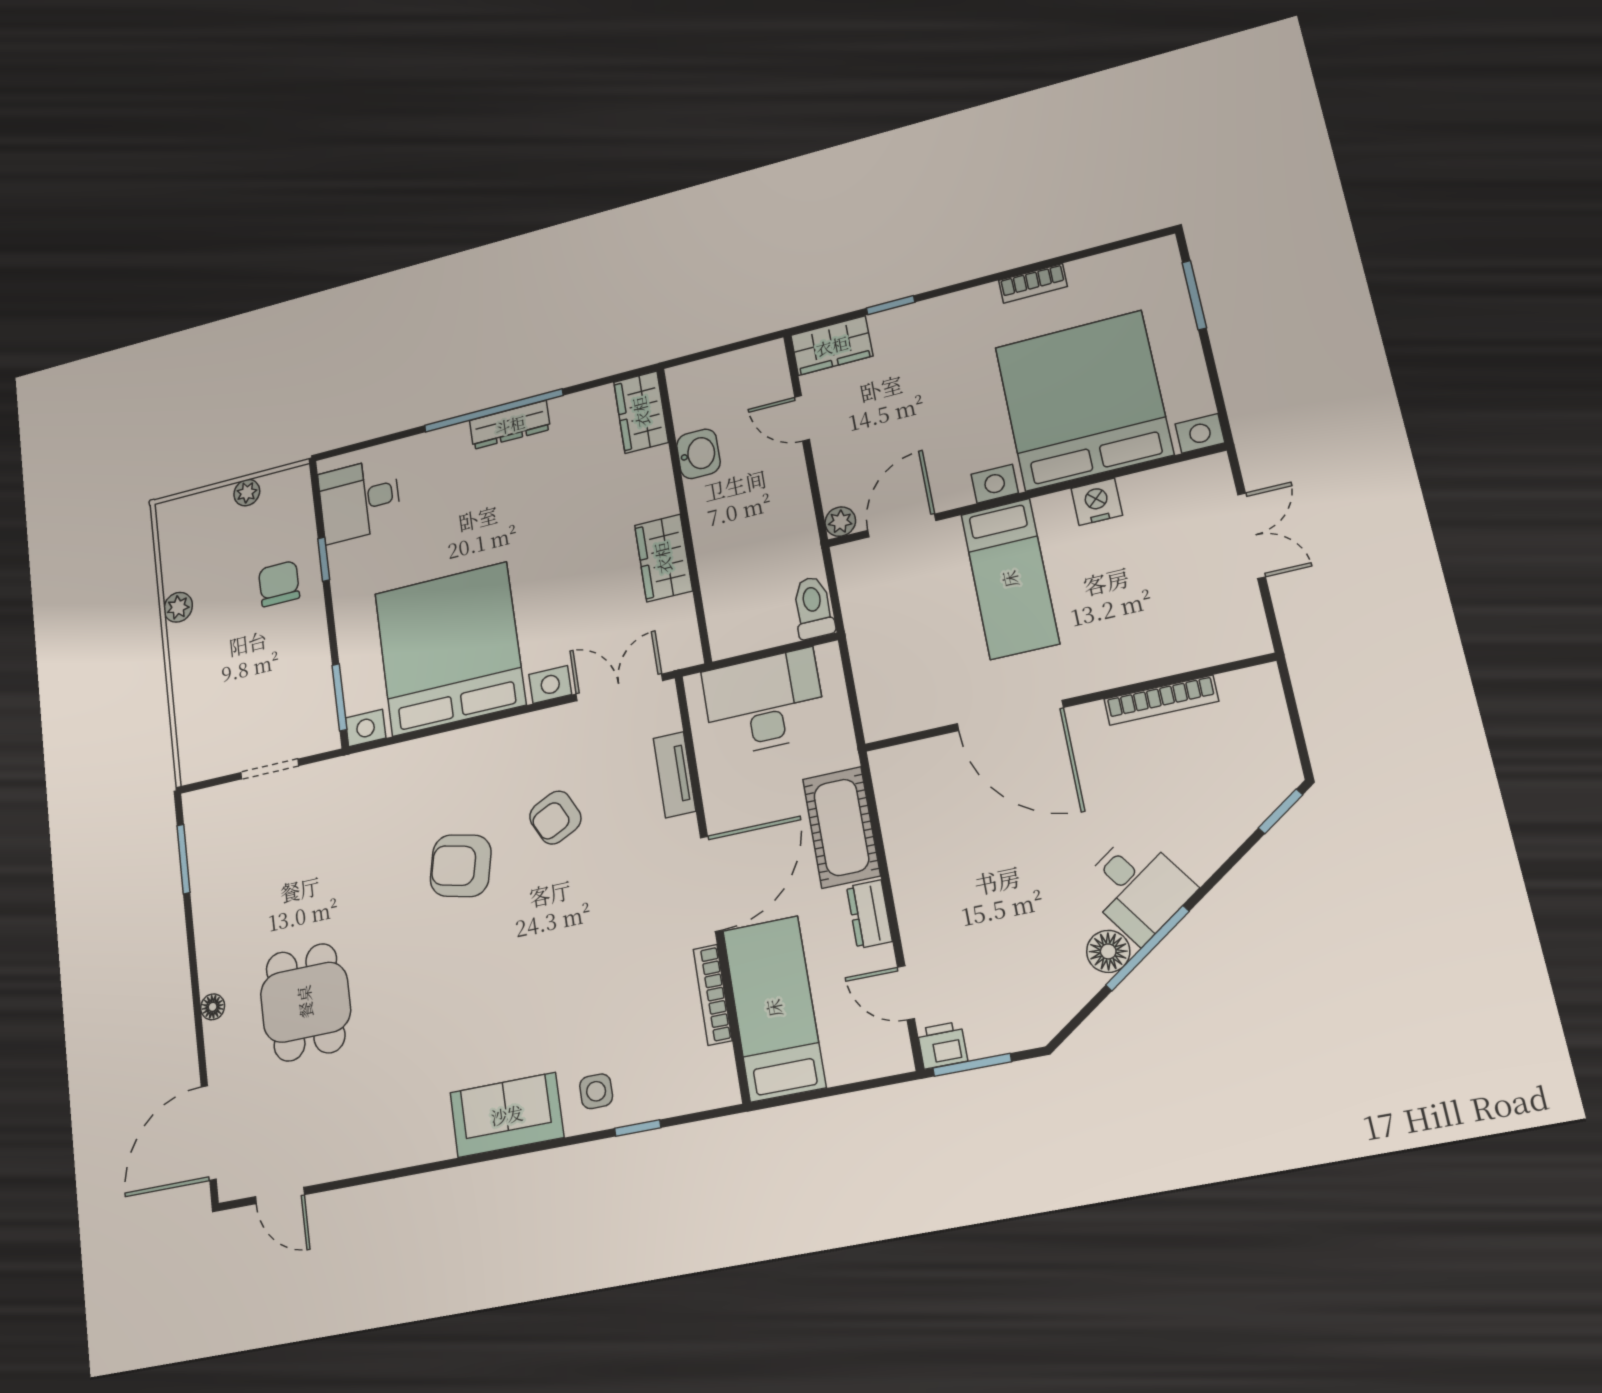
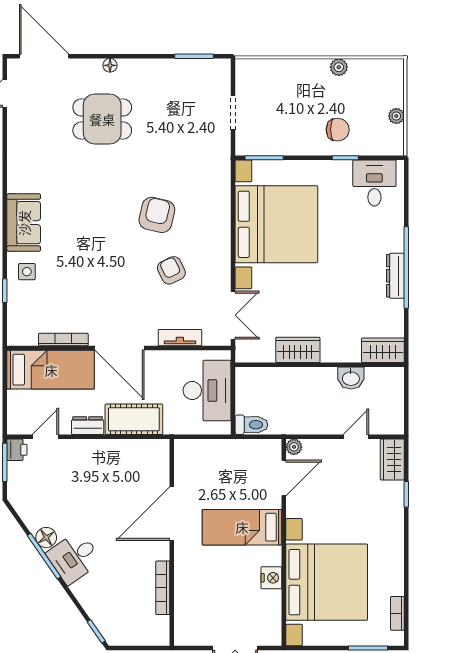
bookcase: (1033, 283) -> (397, 613), moved
door: (902, 526) -> (284, 478), hinge flipped

